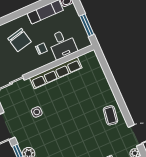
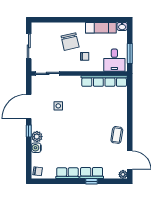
desk: (62, 44) -> (114, 60), moved
row of seats: (56, 73) -> (104, 81), moved

